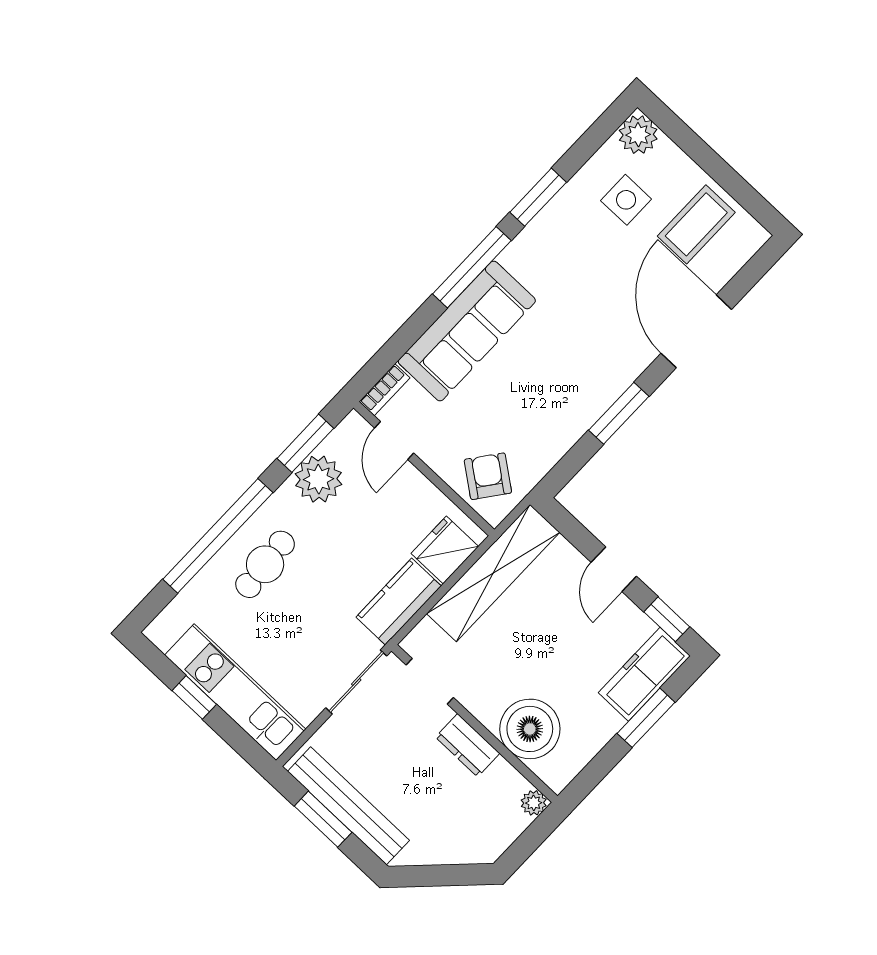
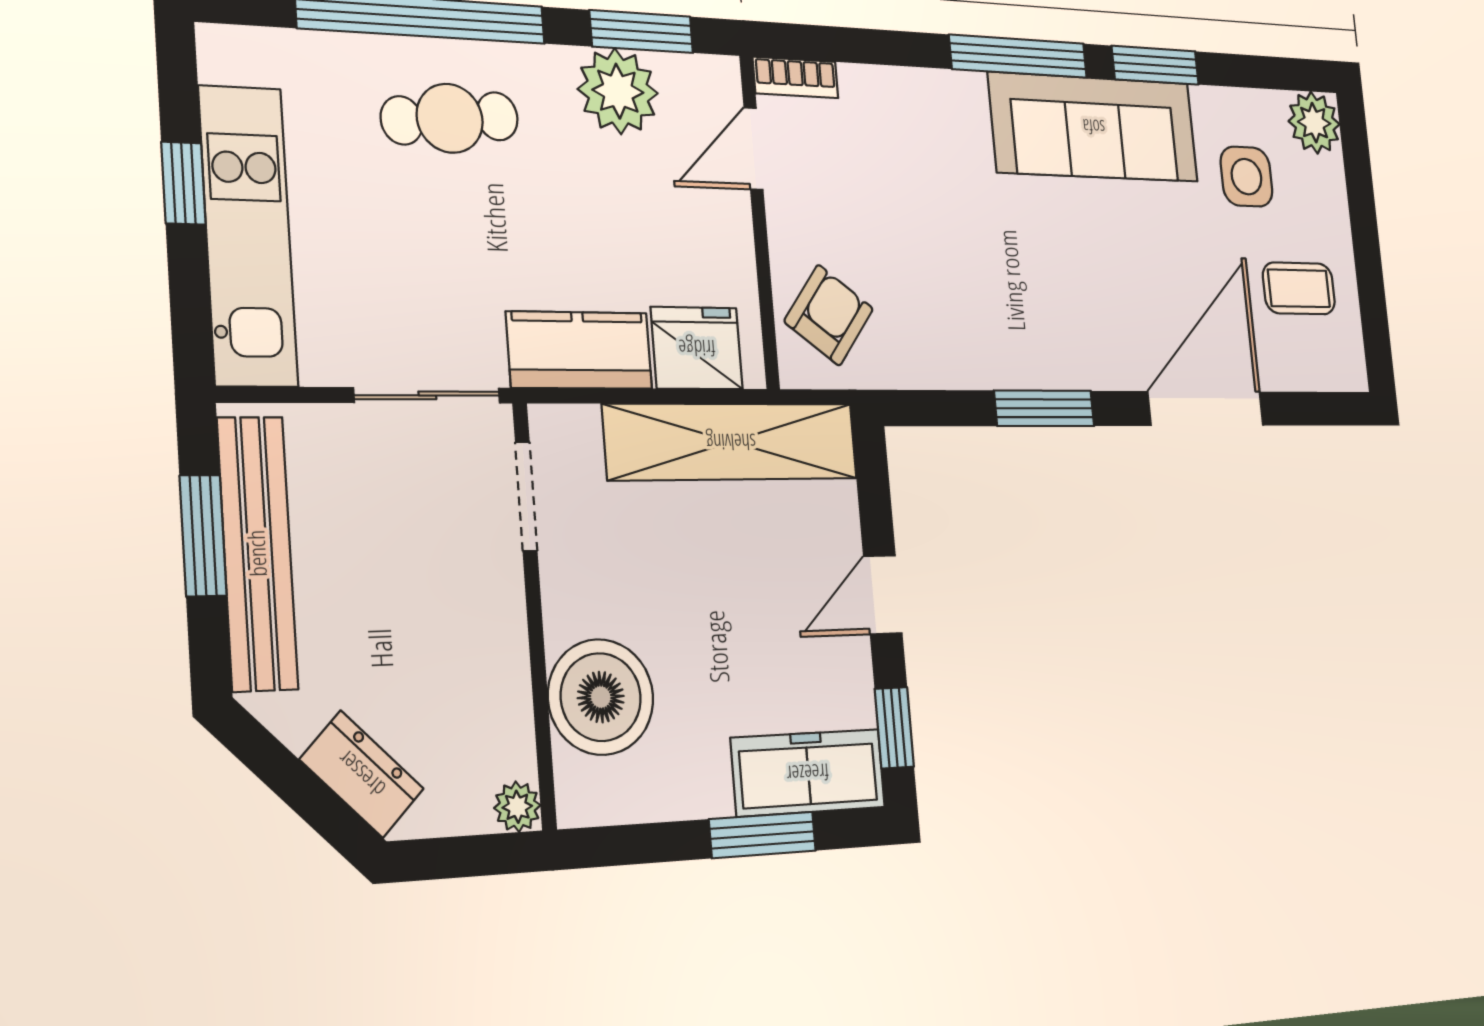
coffee table: (696, 224) -> (1299, 288), width x0.73, depth x0.77
sofa: (467, 331) -> (1094, 127), moved
dresser: (468, 745) -> (362, 774), moved, turned 135

